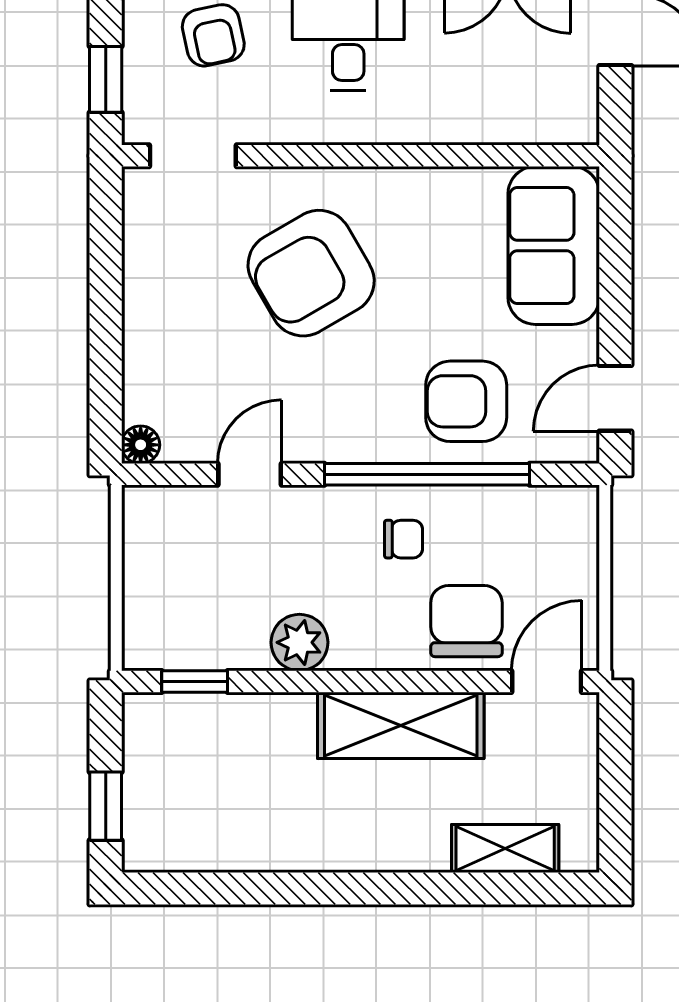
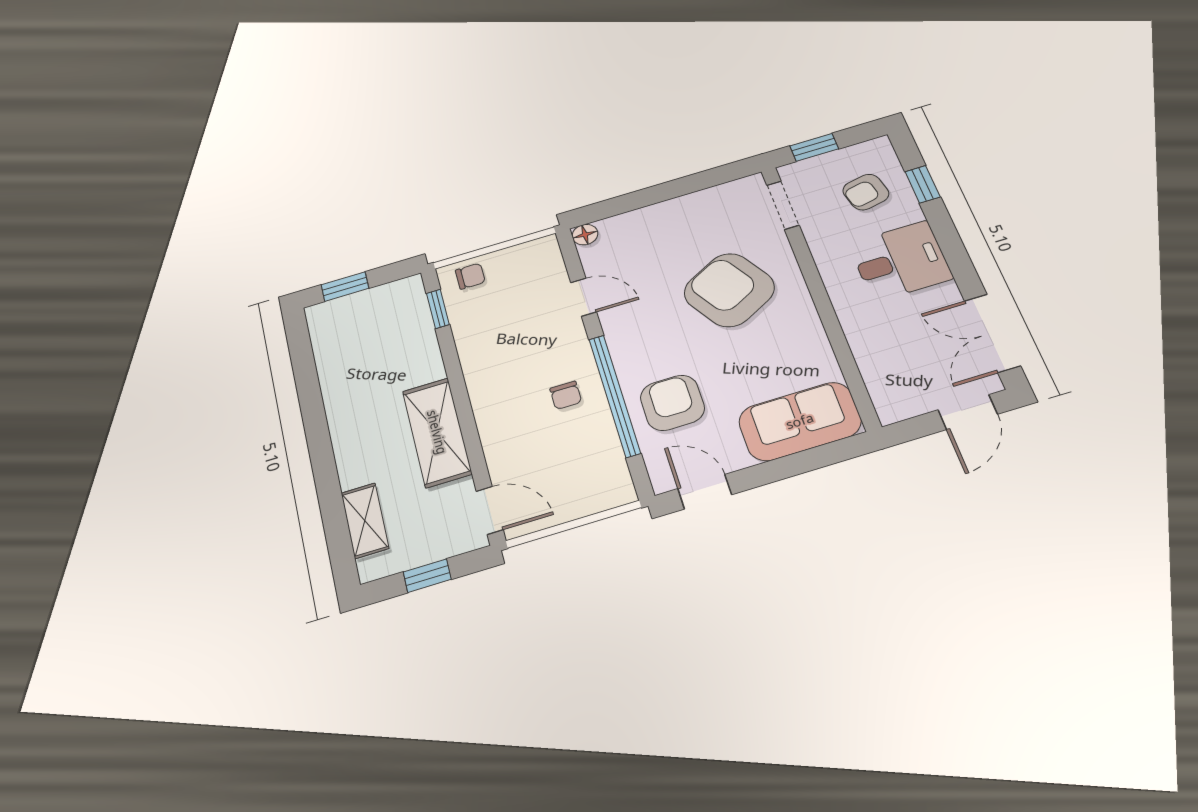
chair: (466, 621) -> (470, 276), moved, width x0.54, depth x0.54
plant: (299, 642) -> (479, 358), removed
window: (615, 783) -> (427, 576), added

